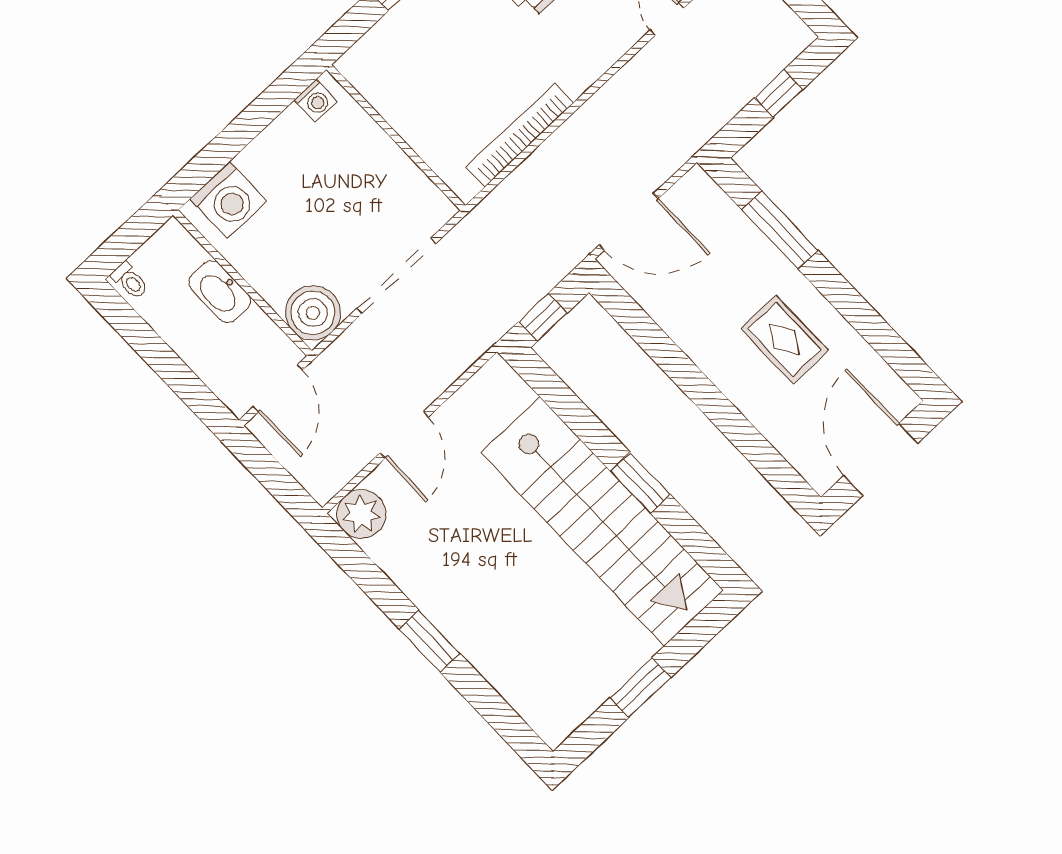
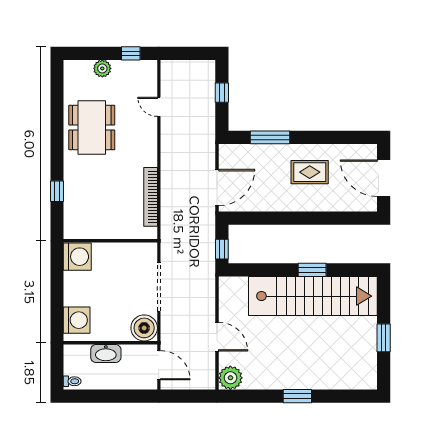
washing machine: (316, 100) -> (77, 257), width x1.89, depth x1.89

